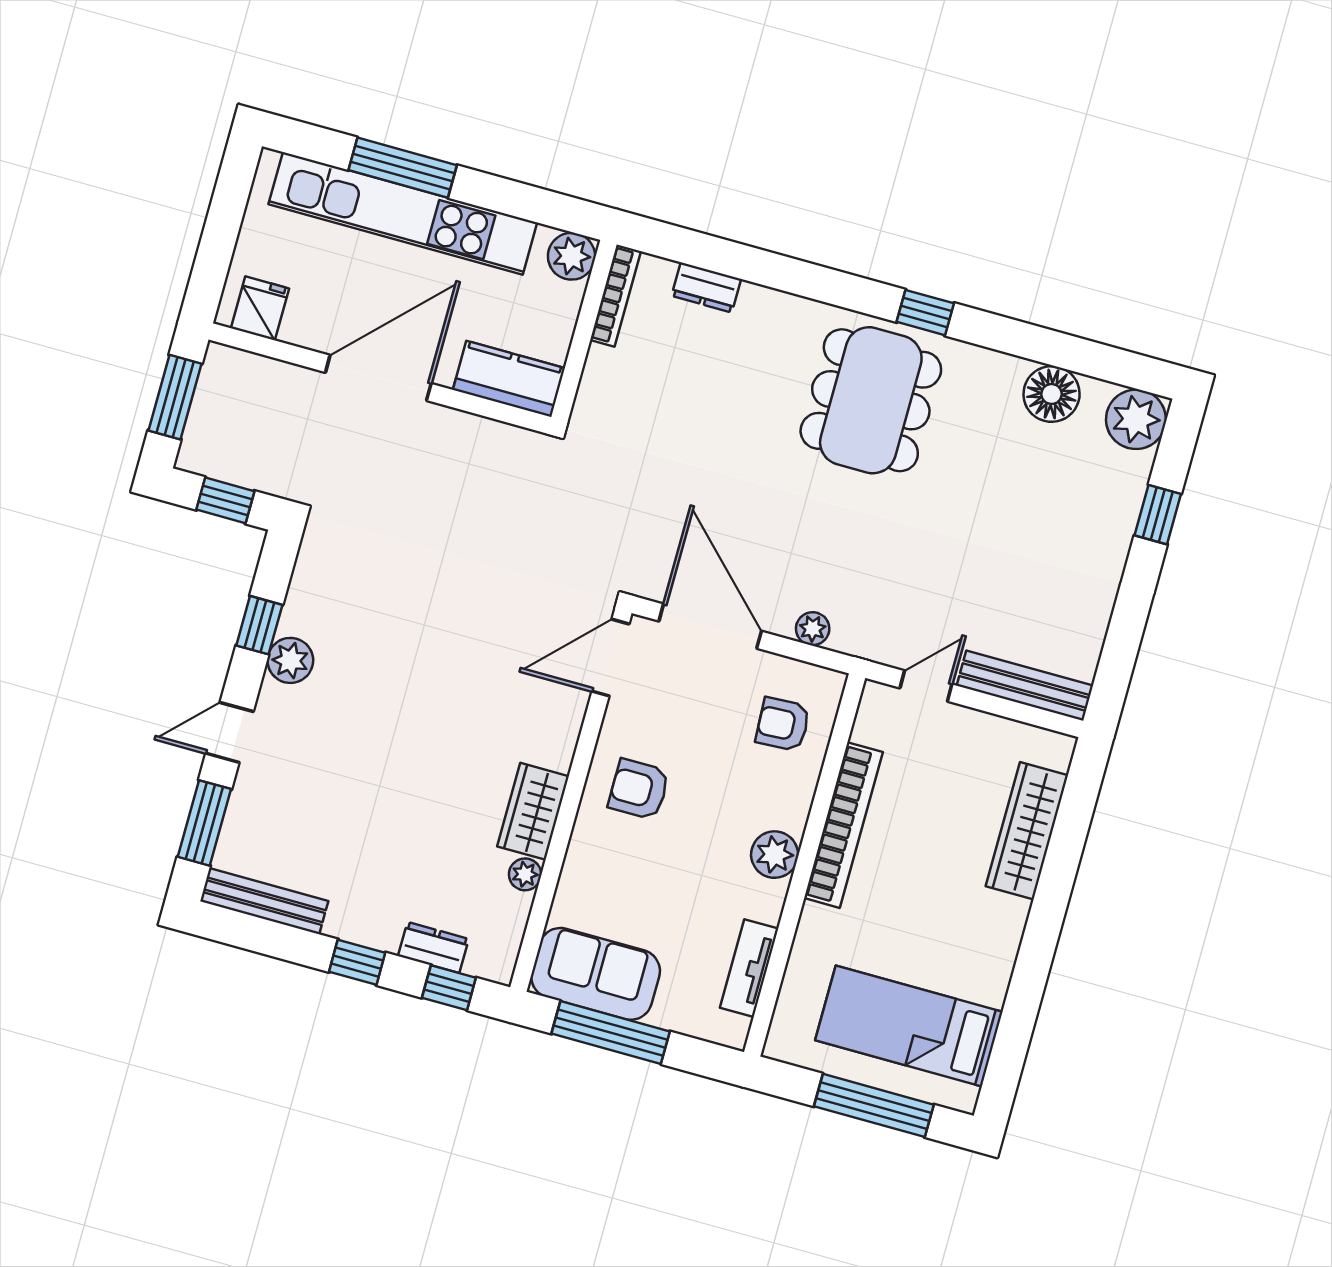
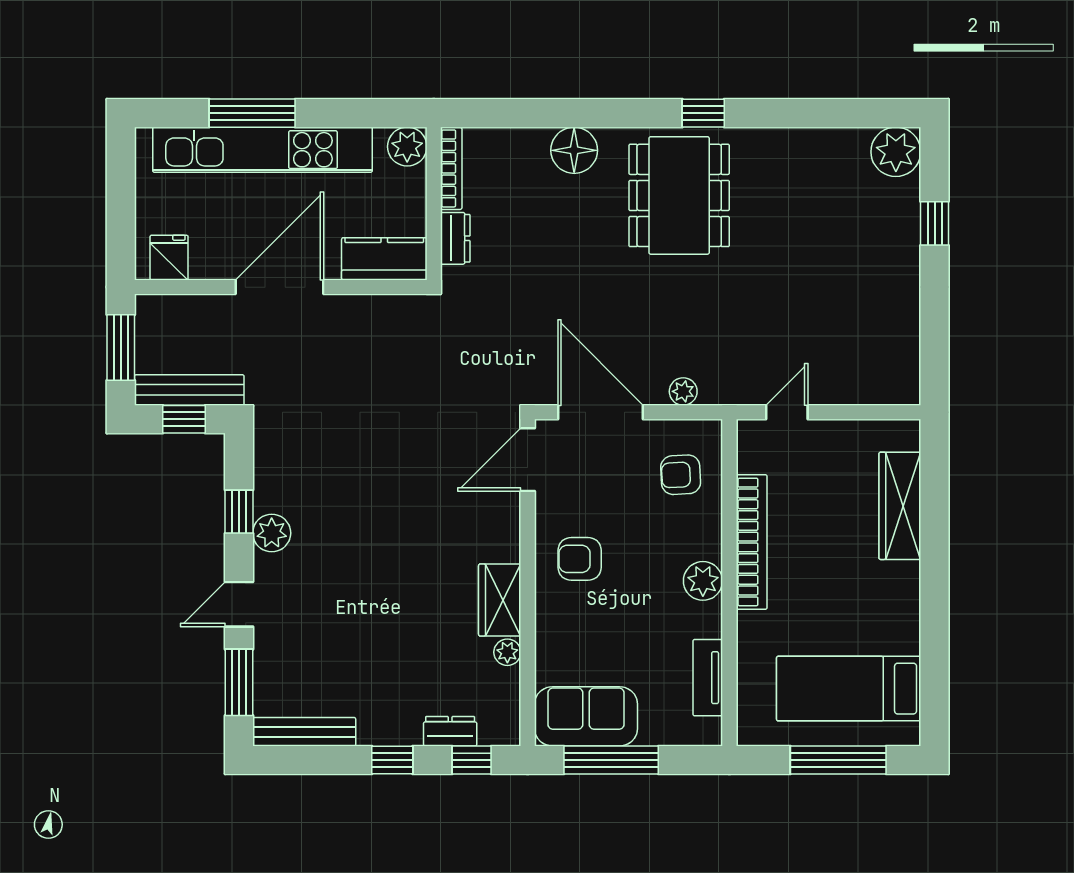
dresser: (706, 287) -> (455, 238), moved, turned -90
floor lamp: (1052, 394) -> (574, 150), moved
bench: (1025, 686) -> (189, 390), moved

